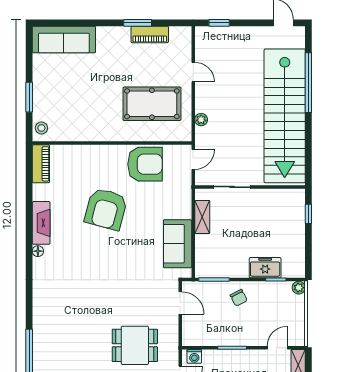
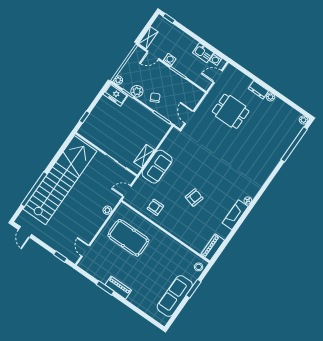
piano: (150, 34) -> (118, 288), moved
sofa: (64, 40) -> (175, 296), moved, turned -90
door: (193, 72) -> (85, 251), moved
armchair: (145, 164) -> (155, 207), width x0.53, depth x0.53
armchair: (106, 209) -> (194, 198), width x0.53, depth x0.53
sofa: (178, 244) -> (157, 167), moved
freezer: (265, 268) -> (116, 95), moved
plant: (266, 290) -> (137, 91), added
washing machine: (194, 356) -> (170, 60), moved

